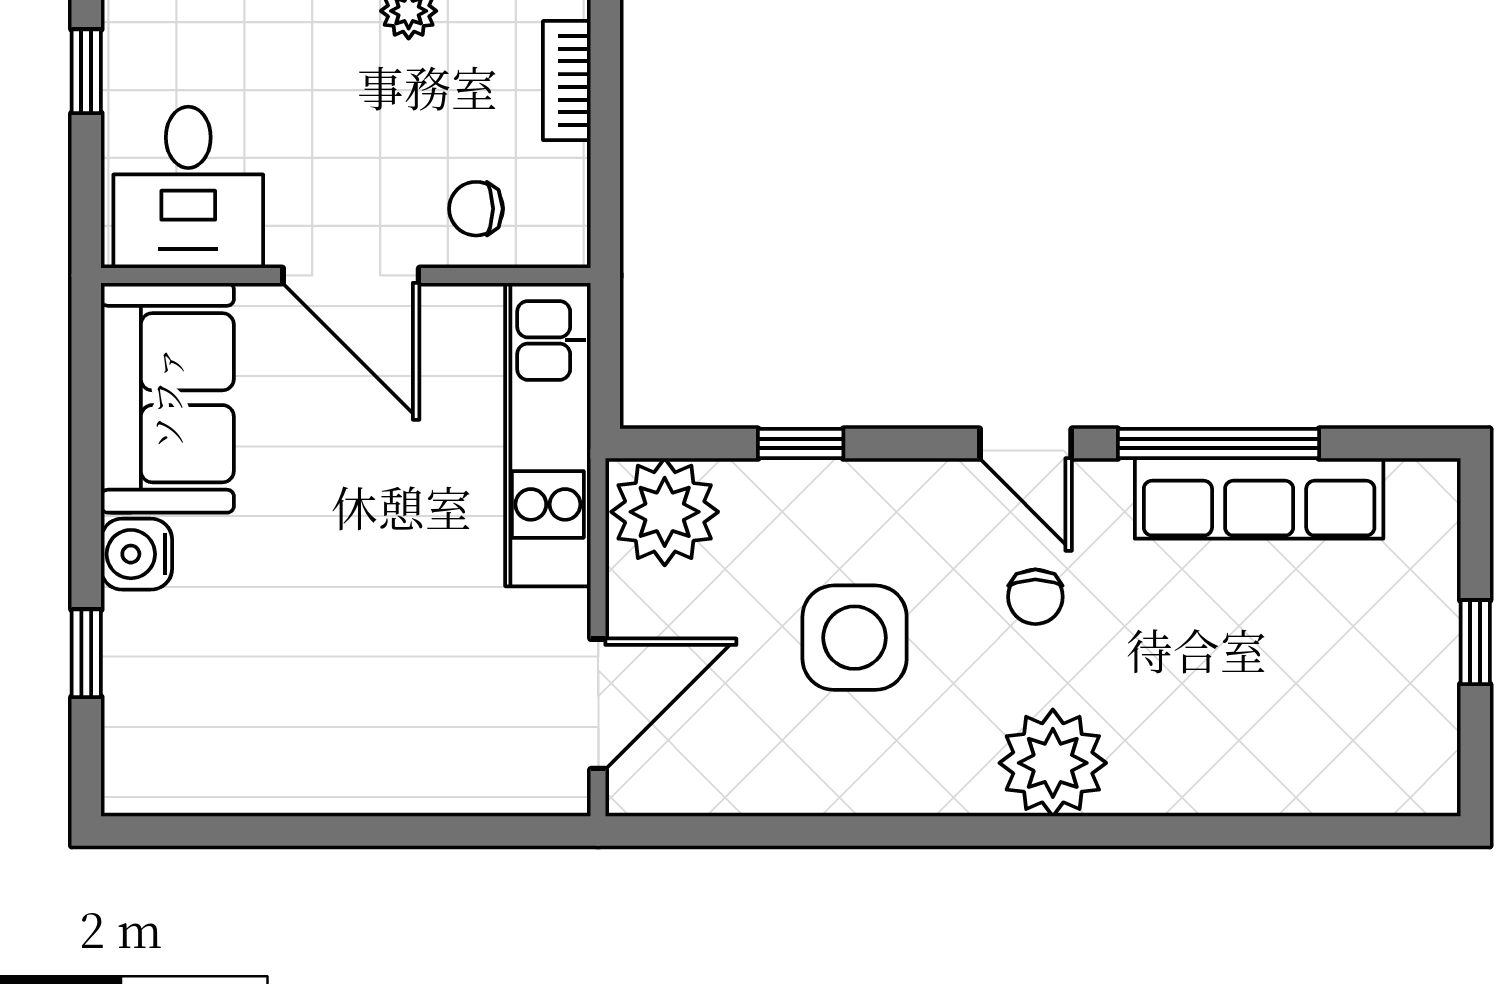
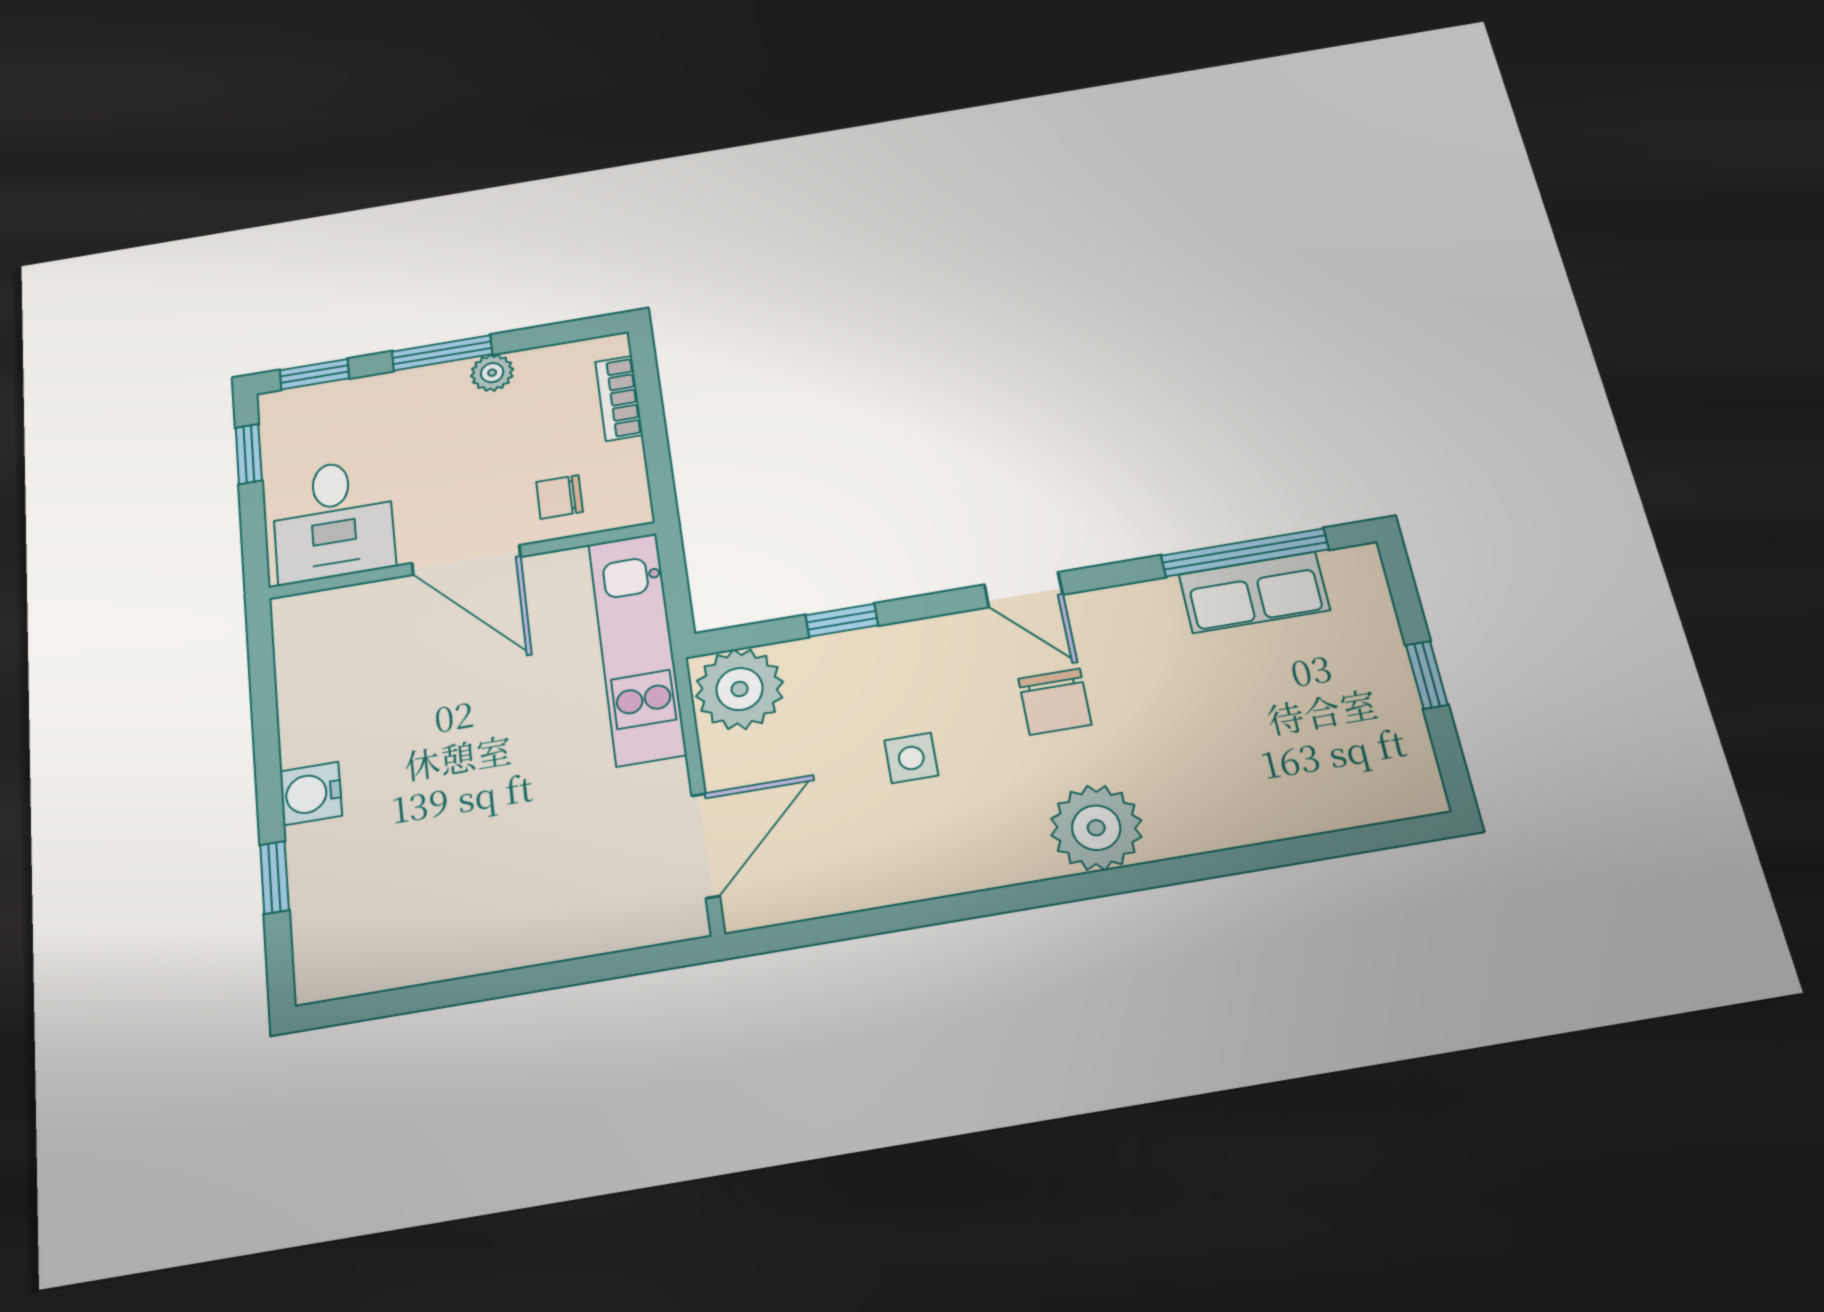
sofa: (167, 398) -> (328, 672), removed
window: (1218, 444) -> (1245, 552), moved
row of seats: (1259, 498) -> (1254, 592), width x0.68
chair: (1035, 597) -> (1055, 702), width x1.37, depth x1.37
side table: (855, 638) -> (911, 758), width x0.54, depth x0.54

